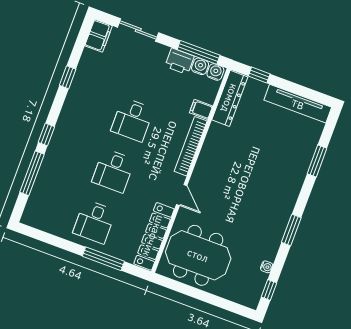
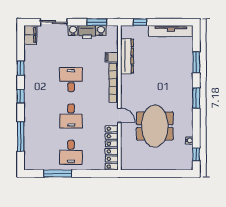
window: (199, 52) -> (97, 22), width x0.69
water cooler: (215, 72) -> (73, 30), moved
dresser: (230, 98) -> (127, 56), moved
desk: (132, 120) -> (71, 80), turned 180
window: (46, 135) -> (21, 96), moved
window: (291, 230) -> (196, 98), moved
meeting table: (198, 255) -> (155, 126), moved, turned 90
window: (103, 259) -> (58, 173), moved

